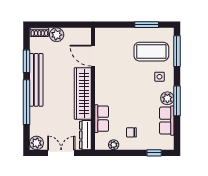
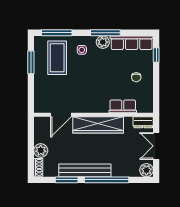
row of seats: (167, 121) -> (132, 43), width x1.48
dresser: (85, 135) -> (143, 122), width x0.70
plant: (114, 145) -> (148, 95), removed

